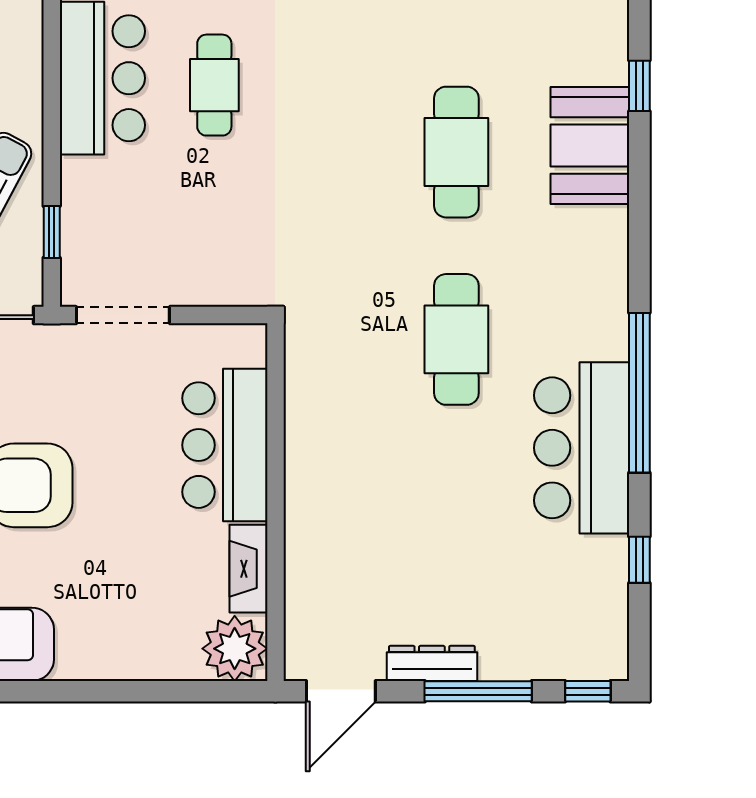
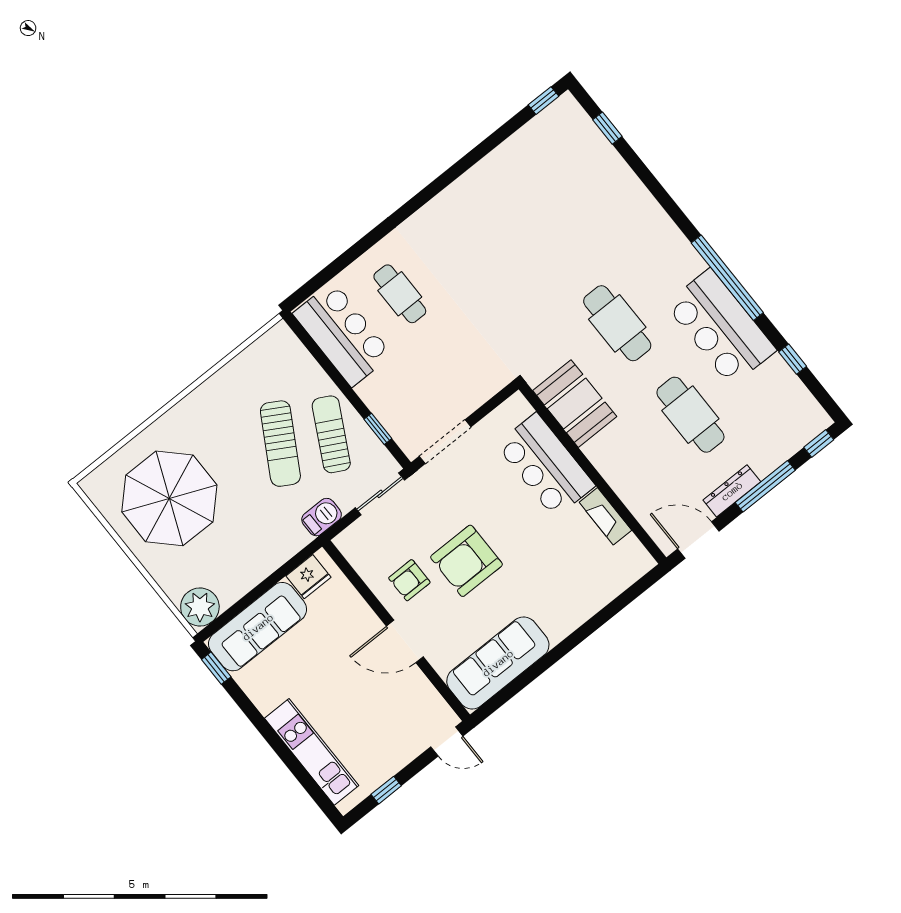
booth: (590, 145) -> (575, 404), moved
cafe table: (456, 152) -> (690, 415), moved
plant: (235, 649) -> (630, 561), removed
door: (341, 691) -> (698, 540), swing flipped

